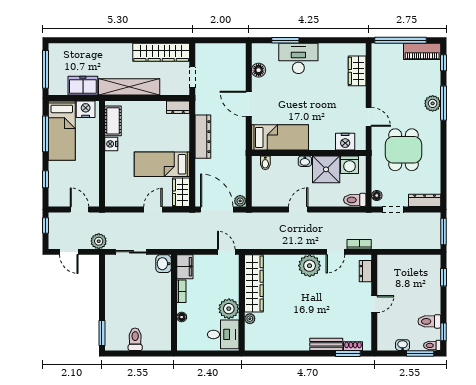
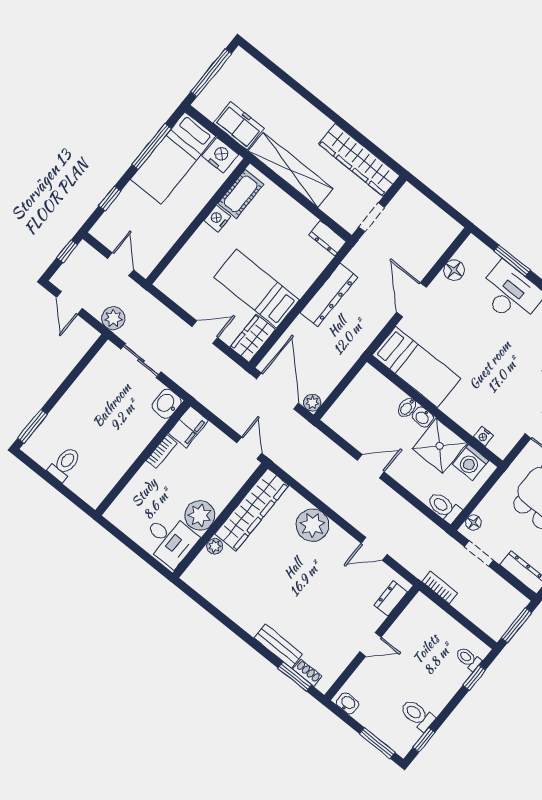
nightstand: (345, 142) -> (483, 436), width x0.53, depth x0.56
bidet: (265, 163) -> (407, 407), moved
bookcase: (359, 244) -> (440, 587), moved
plant: (310, 266) -> (312, 525), moved
floor lamp: (182, 317) -> (138, 482), removed
washbasin: (403, 345) -> (348, 703), moved
toilet: (432, 345) -> (468, 659), moved

